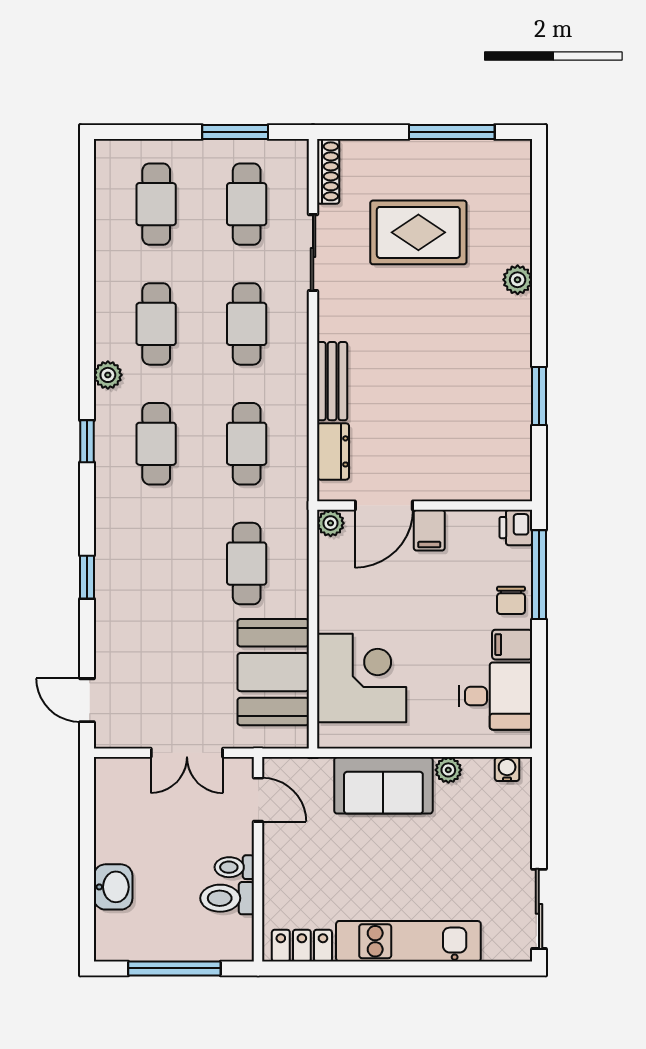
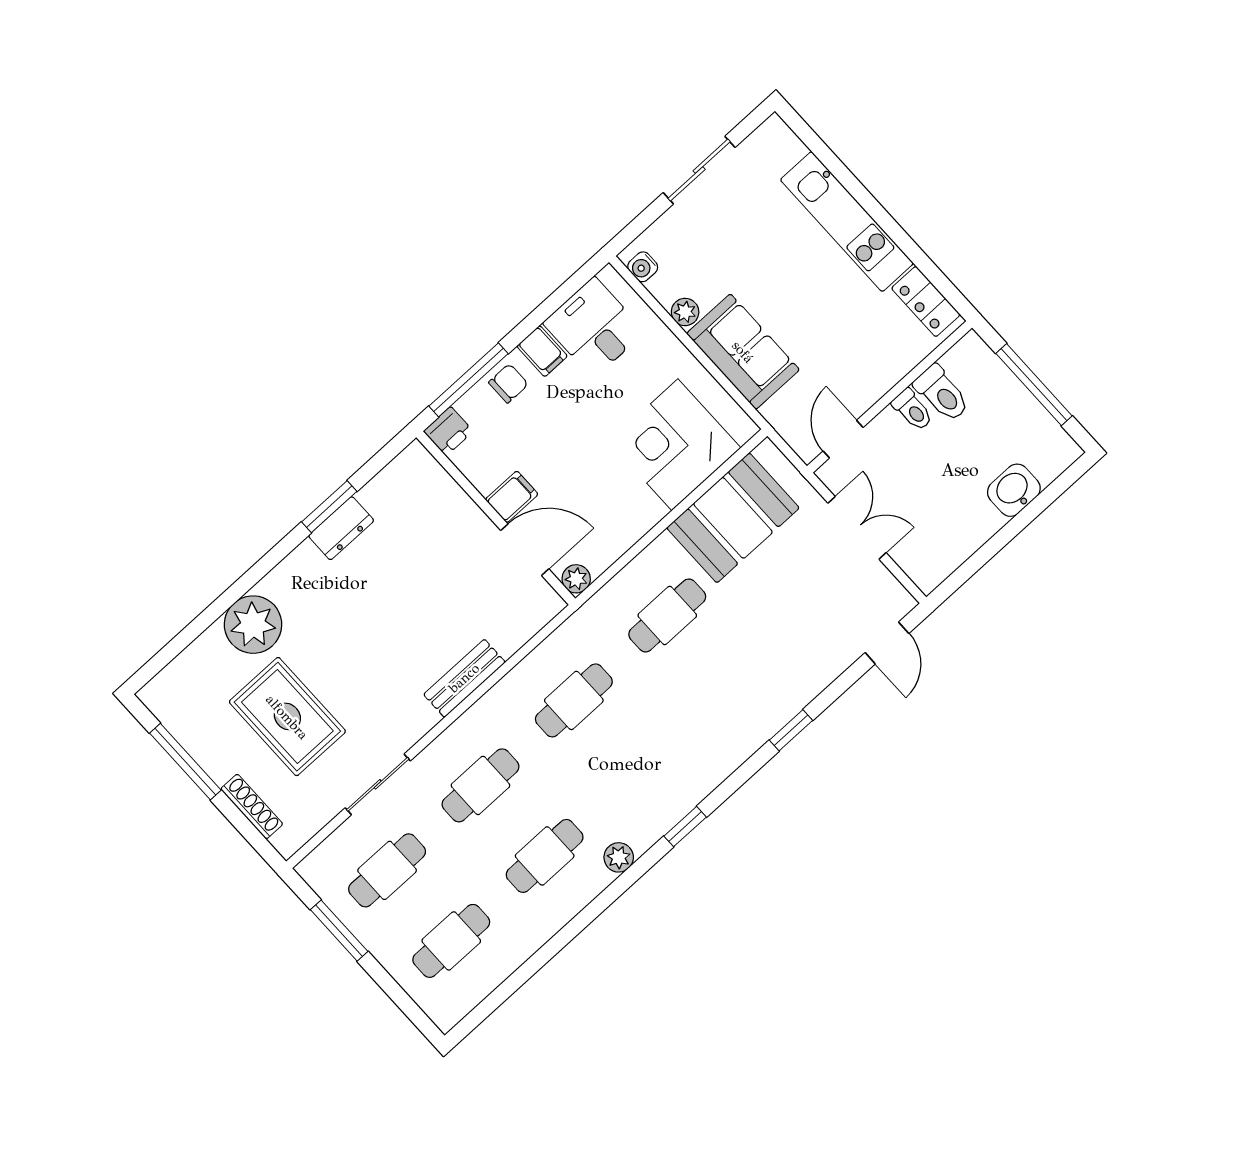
shoe rack: (328, 171) -> (252, 807), moved, turned 90
plant: (518, 280) -> (253, 625), width x1.87, depth x1.87
cafe table: (156, 444) -> (638, 771), removed
dresser: (333, 451) -> (341, 528), moved, turned 180
sliding door: (539, 909) -> (699, 170), moved

